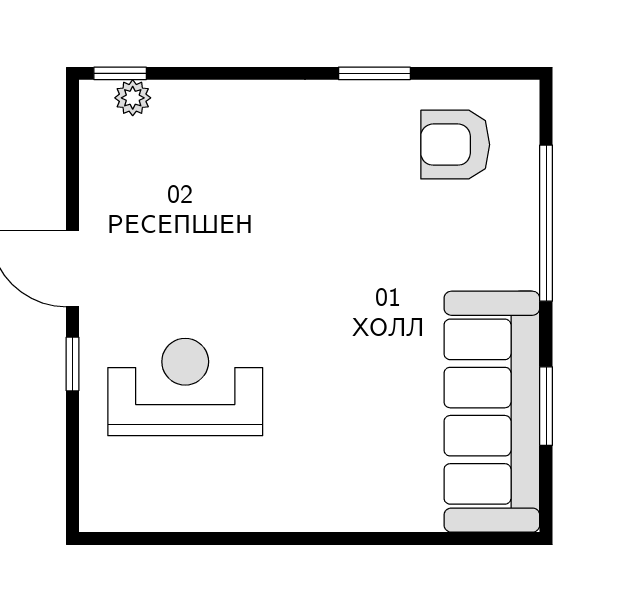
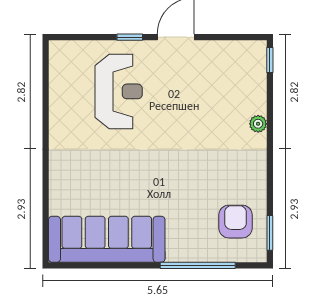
window: (374, 73) -> (270, 233), moved
plant: (133, 98) -> (258, 124), moved
window: (546, 406) -> (109, 265), removed

